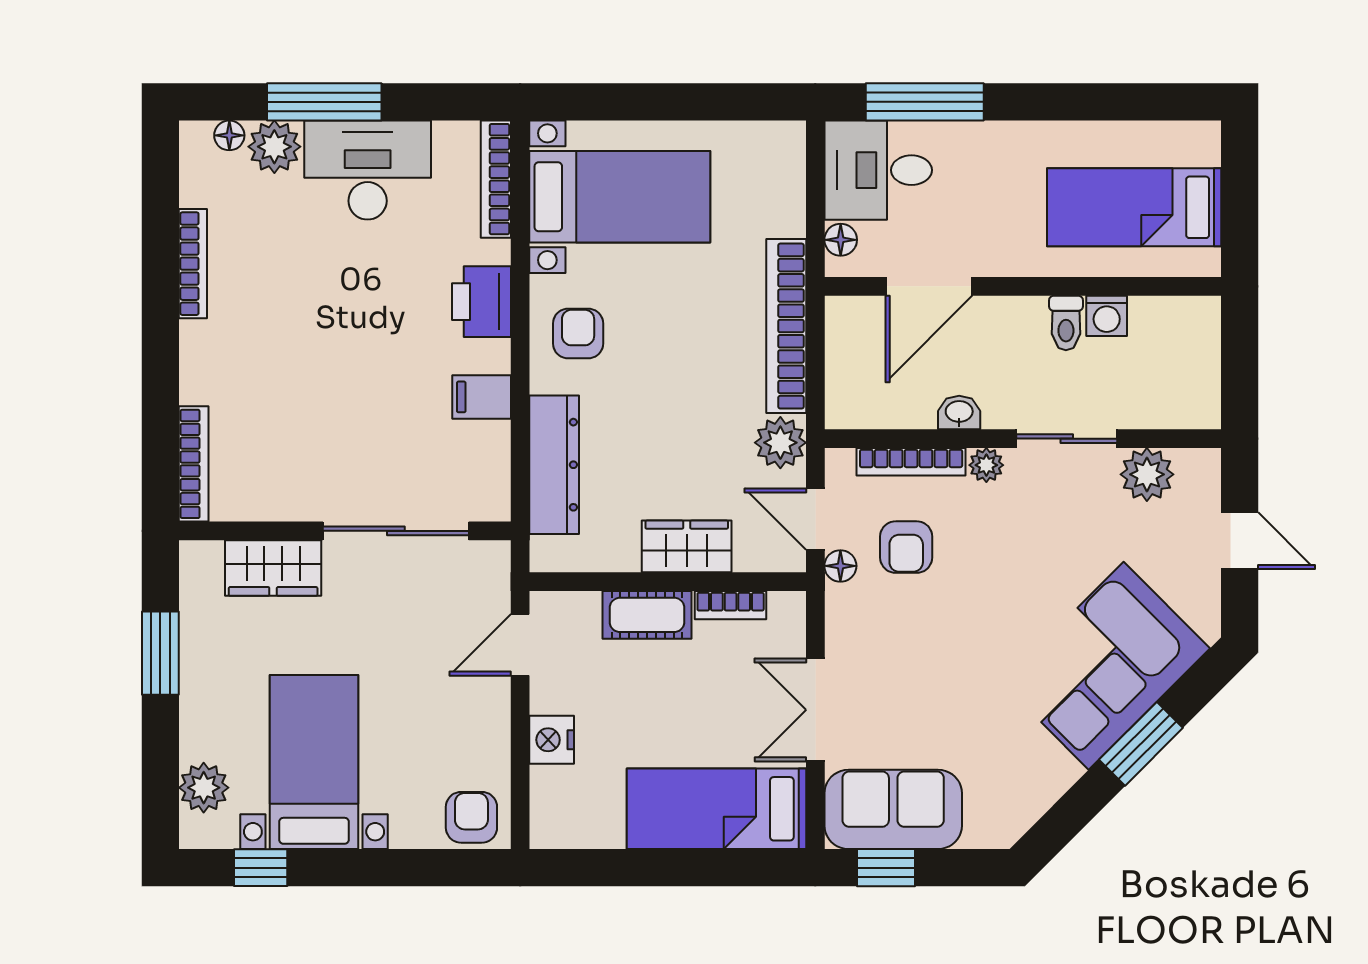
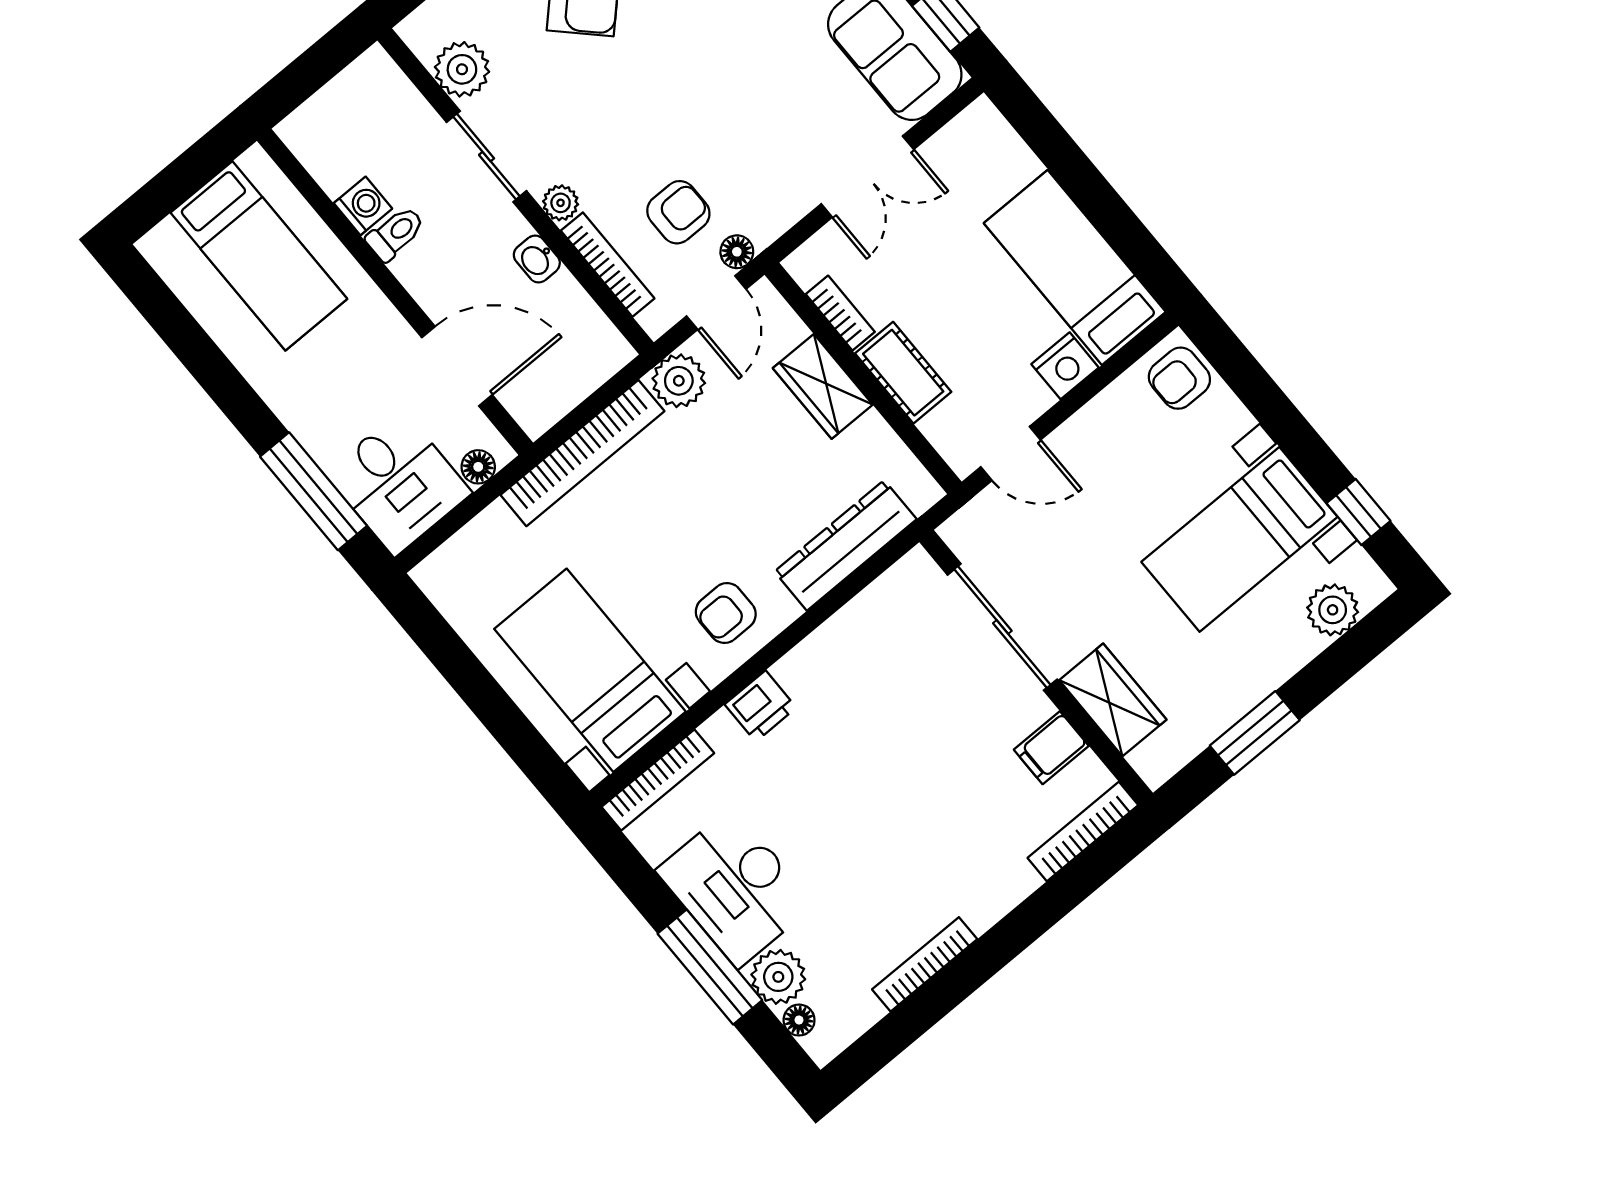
printer: (482, 302) -> (761, 706), width x0.73, depth x0.81
filing cabinet: (482, 397) -> (1051, 748), moved, turned 90
bed: (716, 809) -> (1075, 267), moved, turned 180

